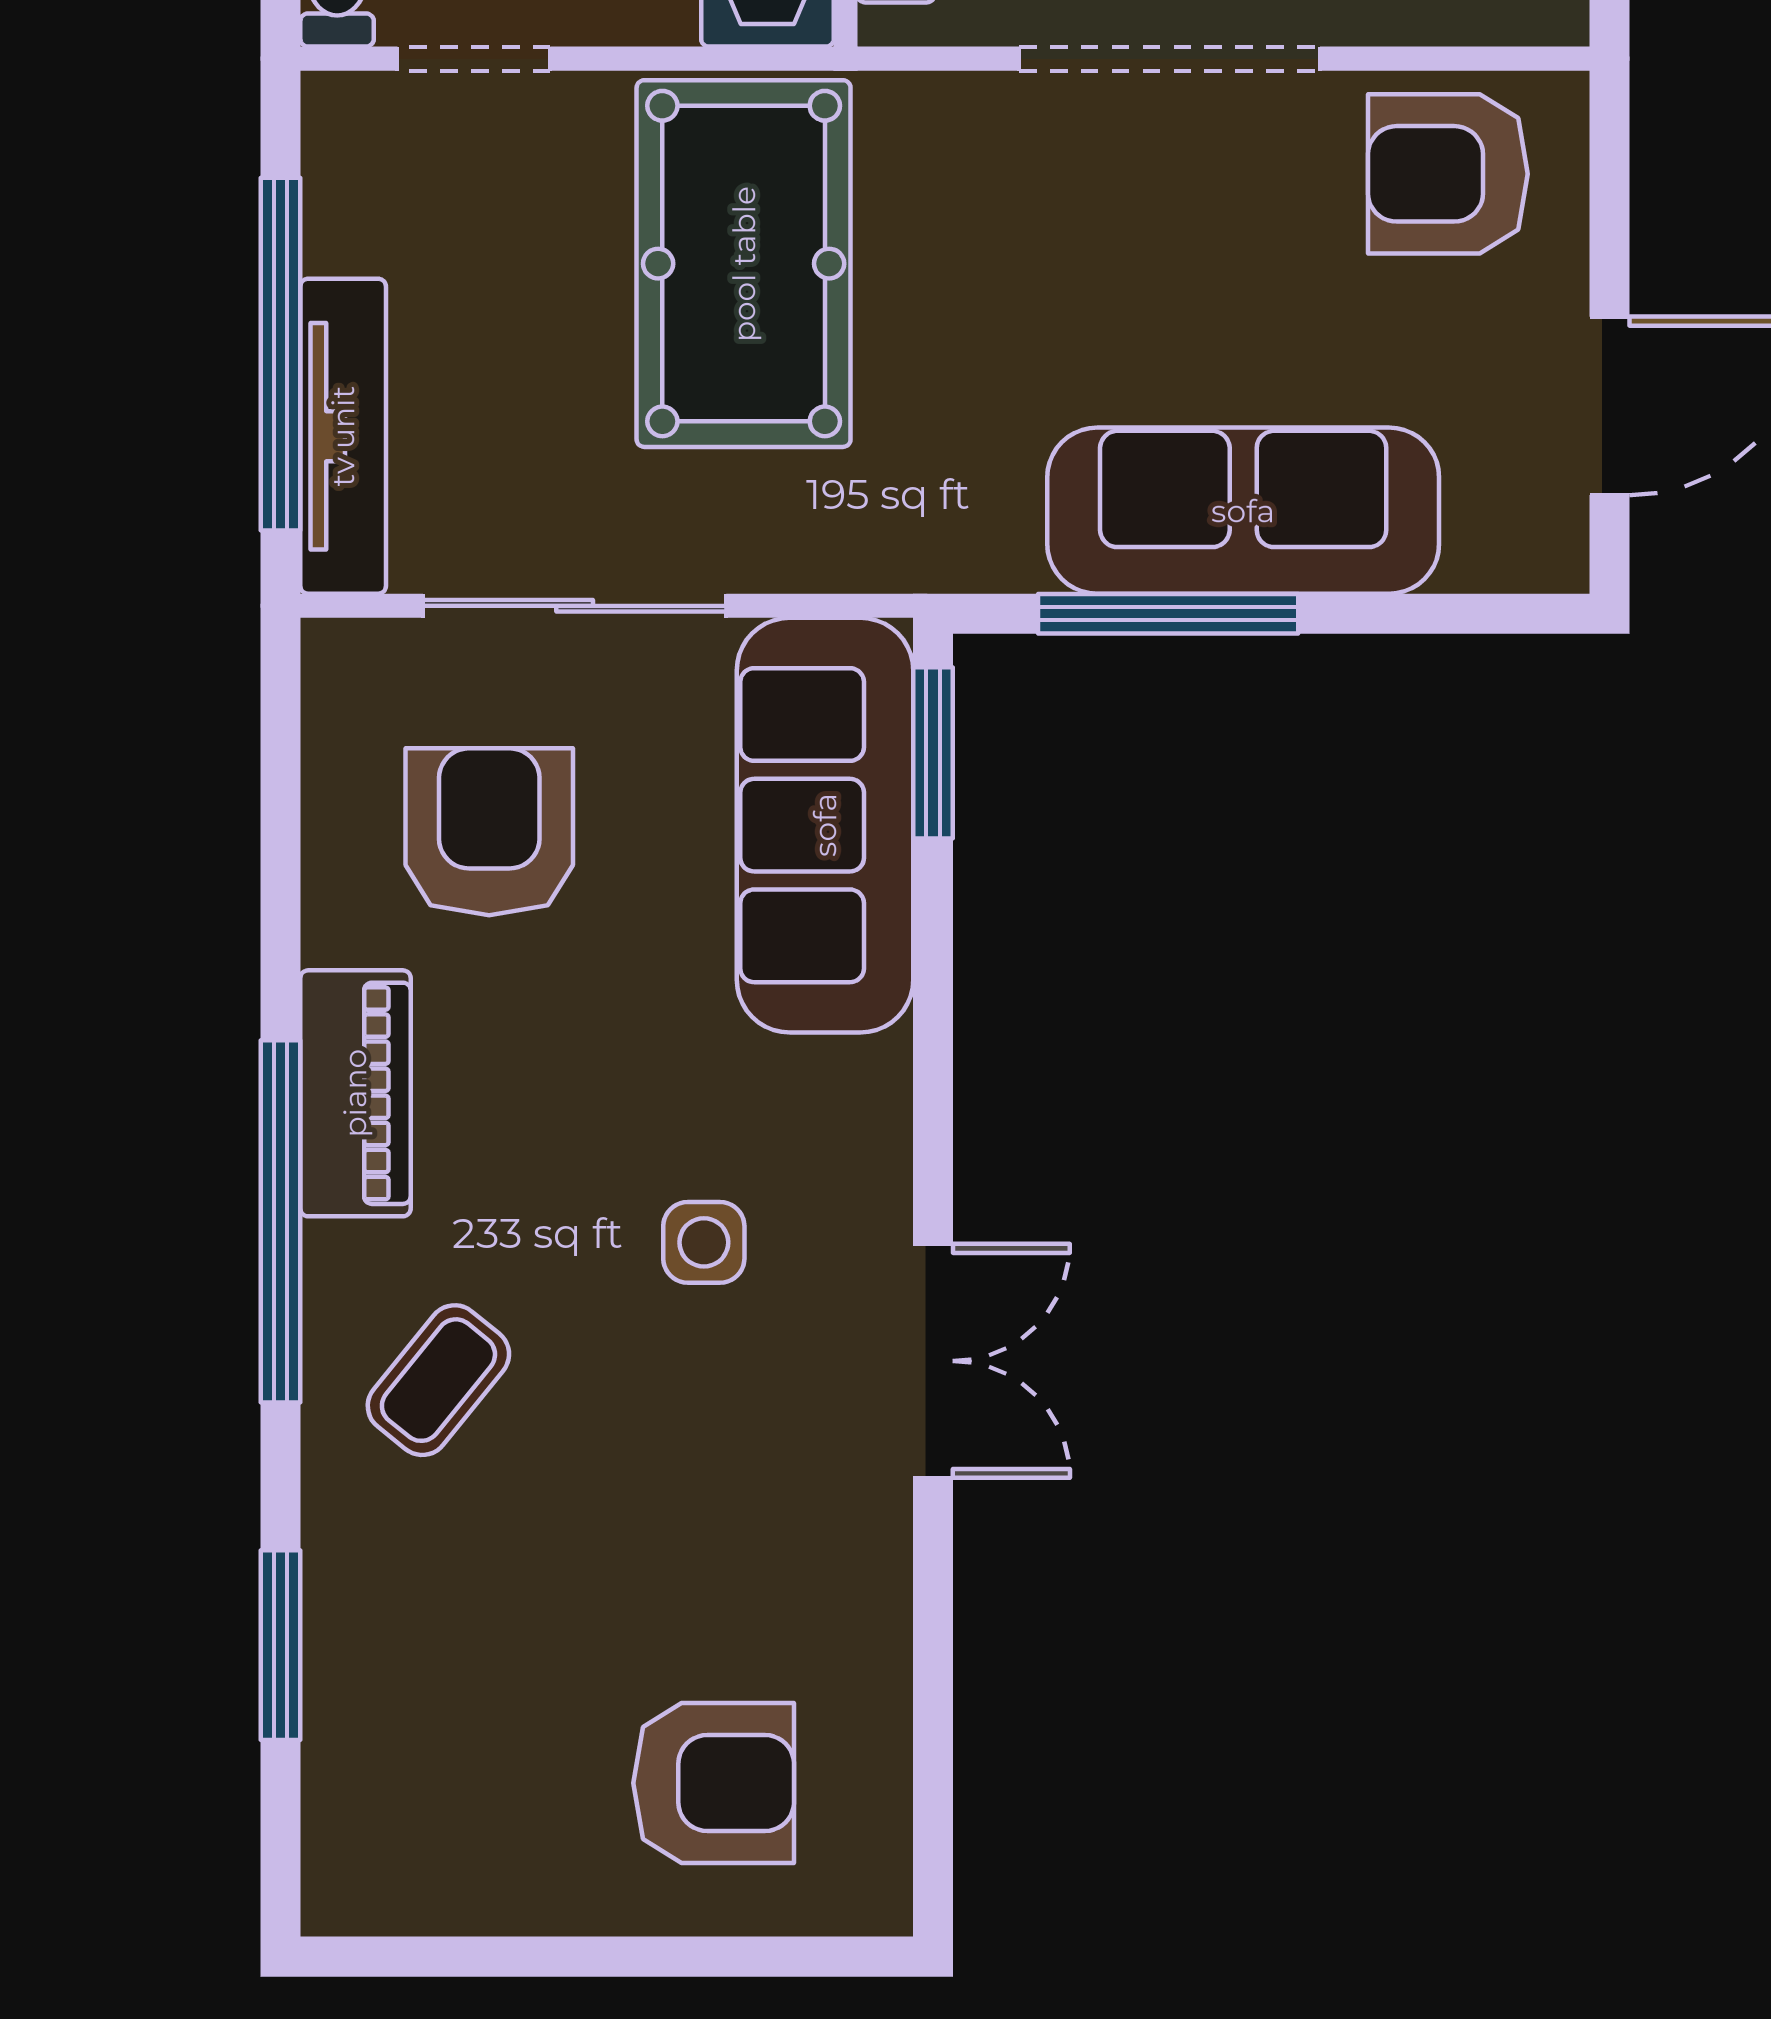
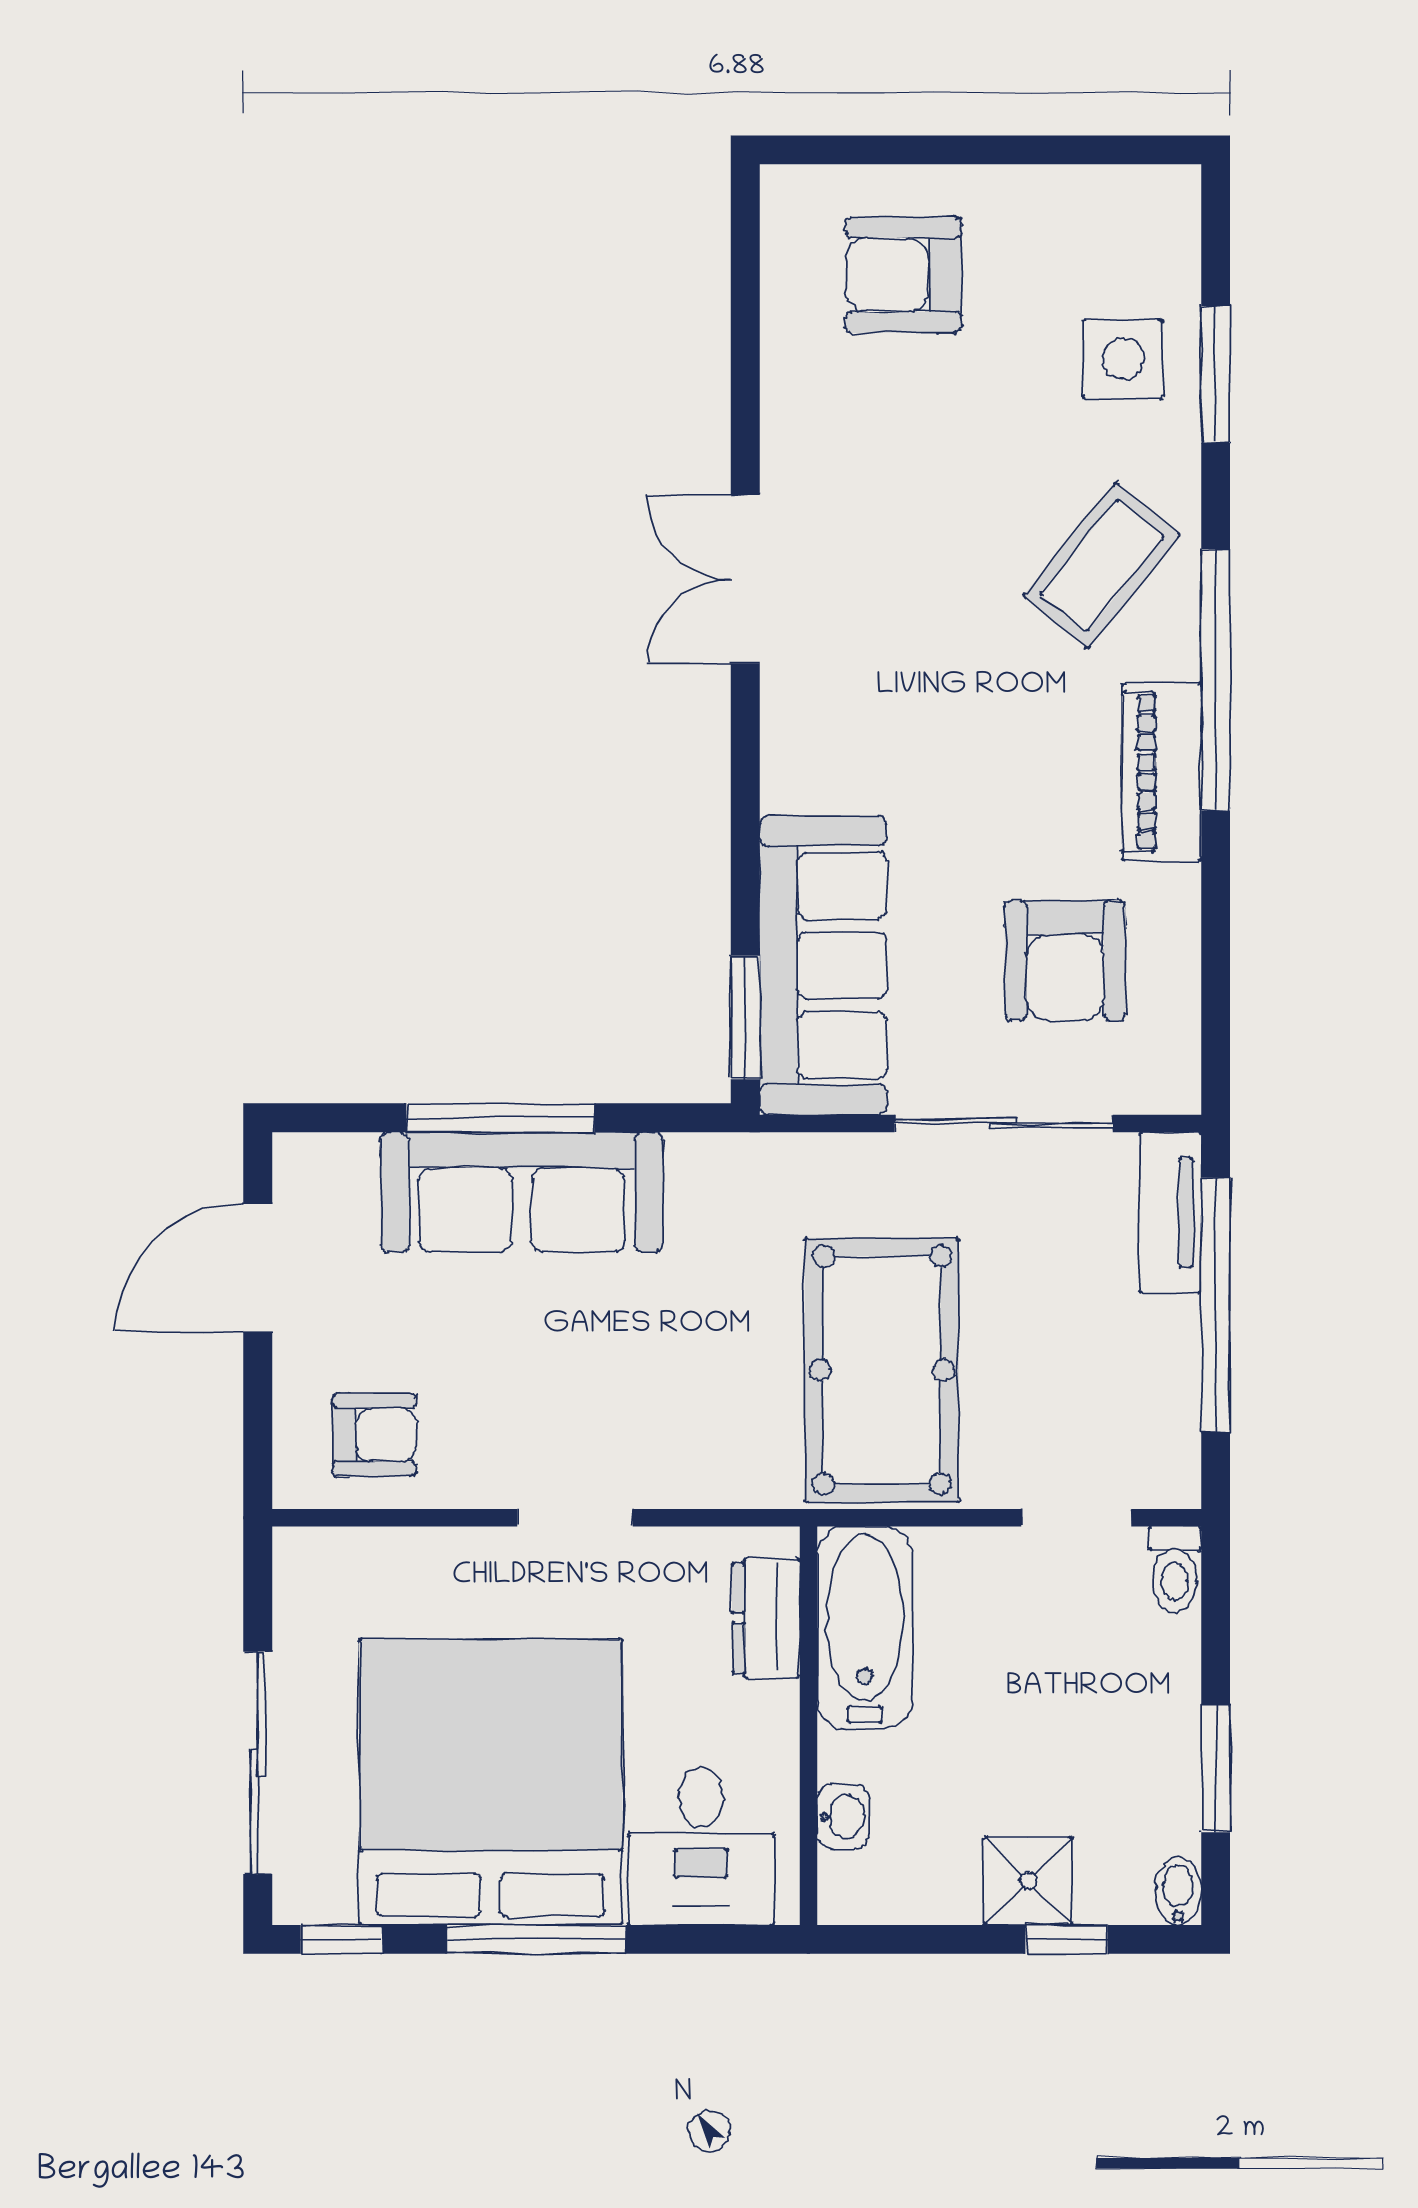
doorway: (1169, 59) -> (575, 1518), width x0.53
armchair: (1448, 174) -> (374, 1435), width x0.72, depth x0.72
tv unit: (343, 436) -> (1171, 1213), width x0.71
window: (1168, 614) -> (500, 1118), moved
side table: (704, 1242) -> (1123, 359), moved, width x1.37, depth x1.37
coffee table: (438, 1380) -> (1102, 565), width x1.36, depth x1.30

